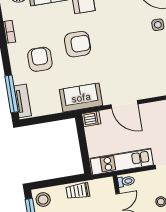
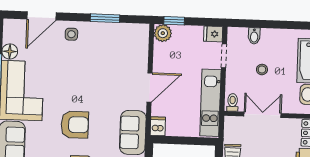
armchair: (78, 44) -> (75, 125), turned 90

